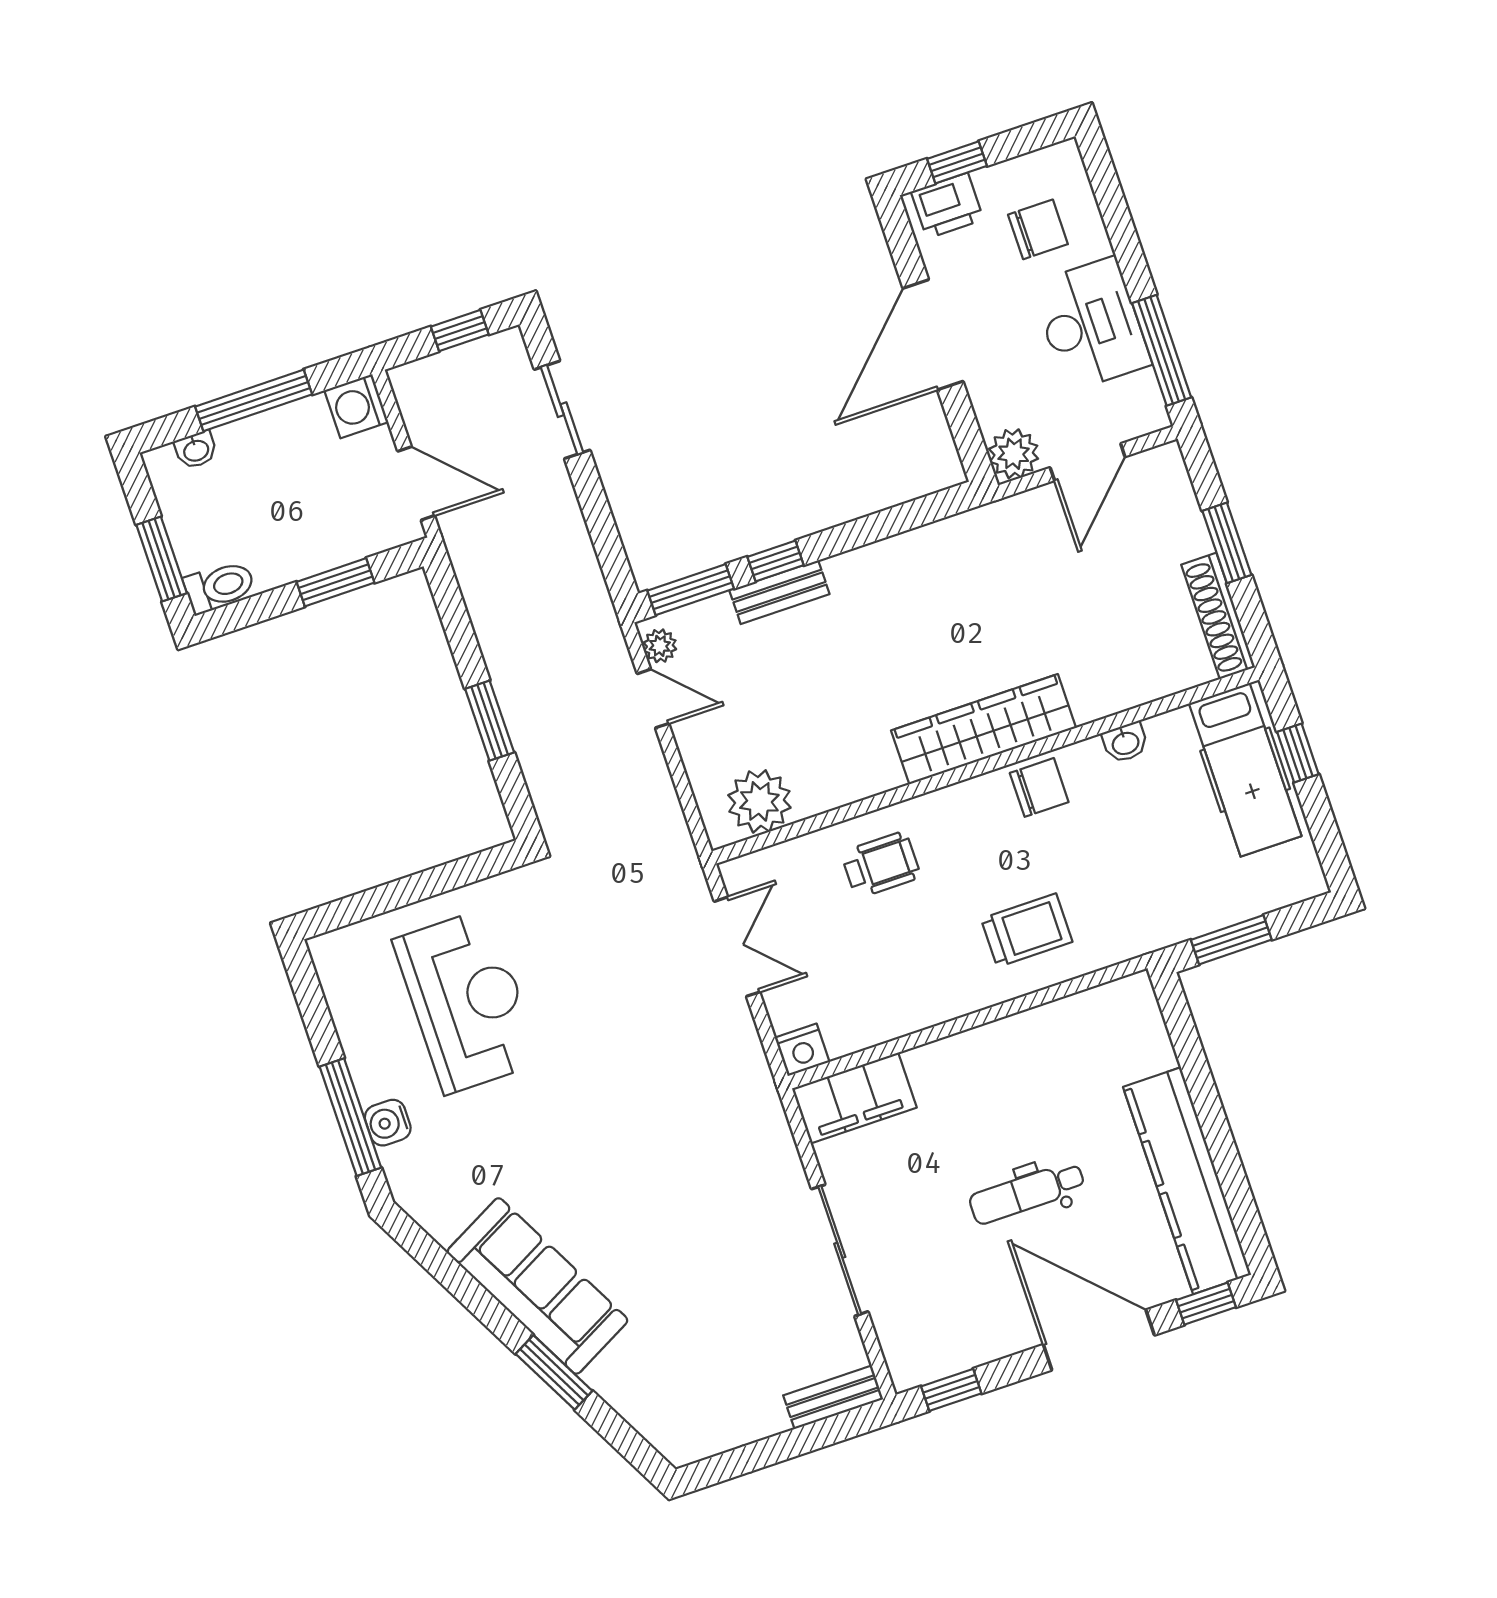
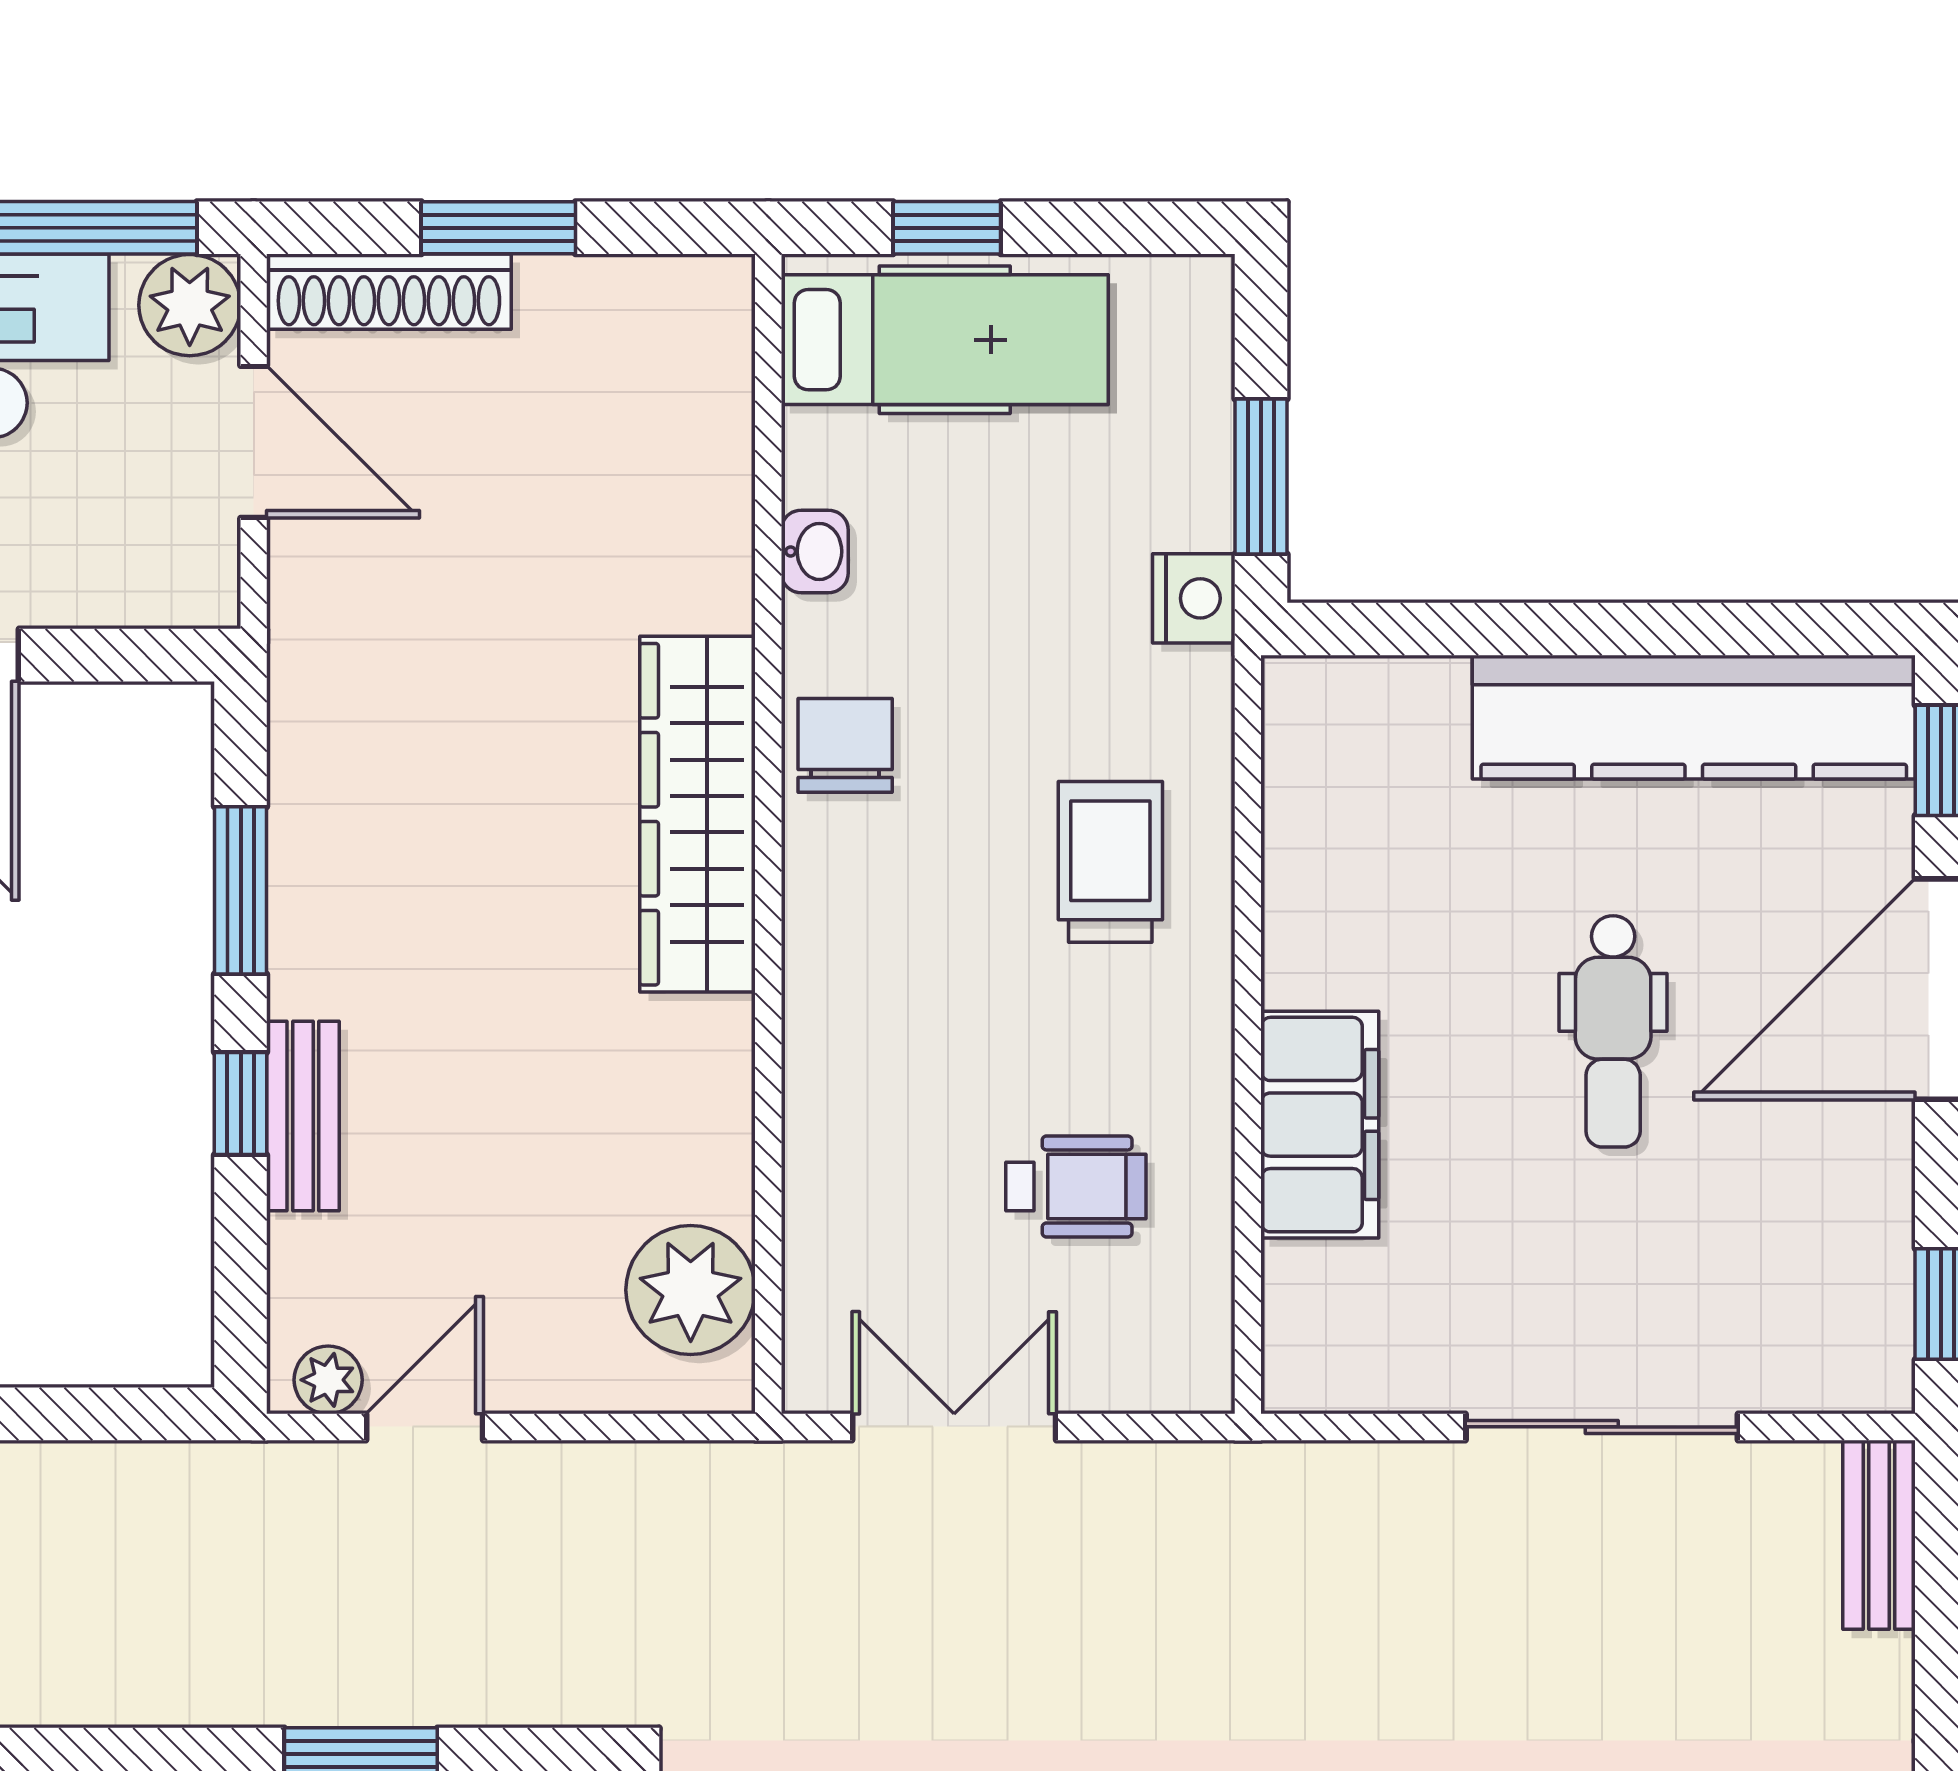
plant: (1014, 454) -> (190, 305), moved
window: (691, 590) -> (241, 890), moved
shoe rack: (1218, 616) -> (389, 292), moved
wheelchair: (881, 865) -> (1076, 1186), moved, turned 90
nightstand: (802, 1050) -> (1194, 598), moved
filing cabinet: (854, 1098) -> (1320, 1125), moved

